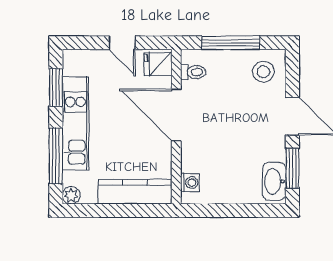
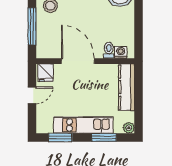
toilet: (193, 72) -> (109, 50), moved
door: (176, 115) -> (78, 61), swing flipped
window: (56, 156) -> (104, 137), width x0.69

